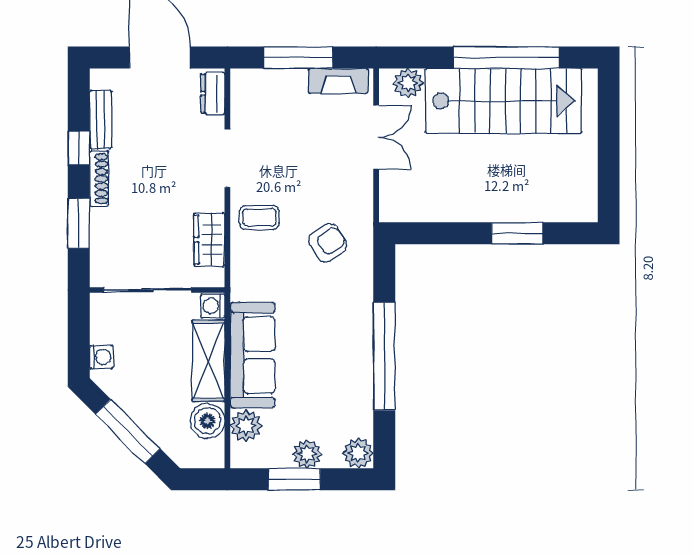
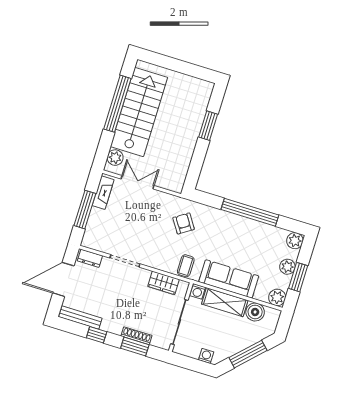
bench: (101, 120) -> (80, 318), width x1.36
shoe rack: (99, 179) -> (137, 336), moved
coffee table: (259, 218) -> (186, 266), moved
plant: (246, 426) -> (277, 297), moved

